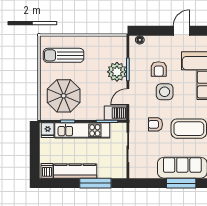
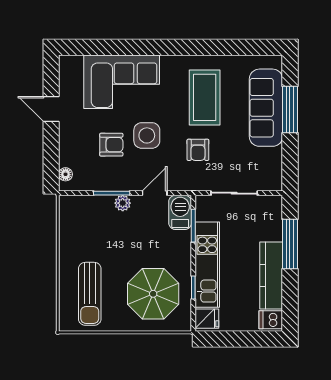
plant: (117, 72) -> (123, 203), width x0.53, depth x0.53
door: (128, 97) -> (155, 193), swing flipped

